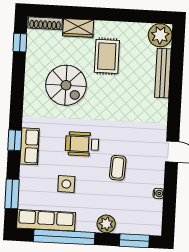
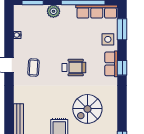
spiral stairs: (66, 85) -> (87, 109), turned -90
coffee table: (118, 168) -> (34, 67), moved
side table: (66, 184) -> (108, 39), moved

